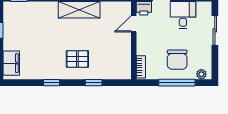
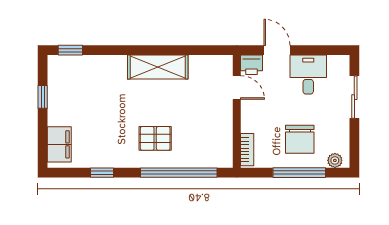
door: (134, 24) -> (237, 87), swing flipped
window: (51, 83) -> (102, 173), moved
window: (94, 83) -> (179, 173), width x3.17

